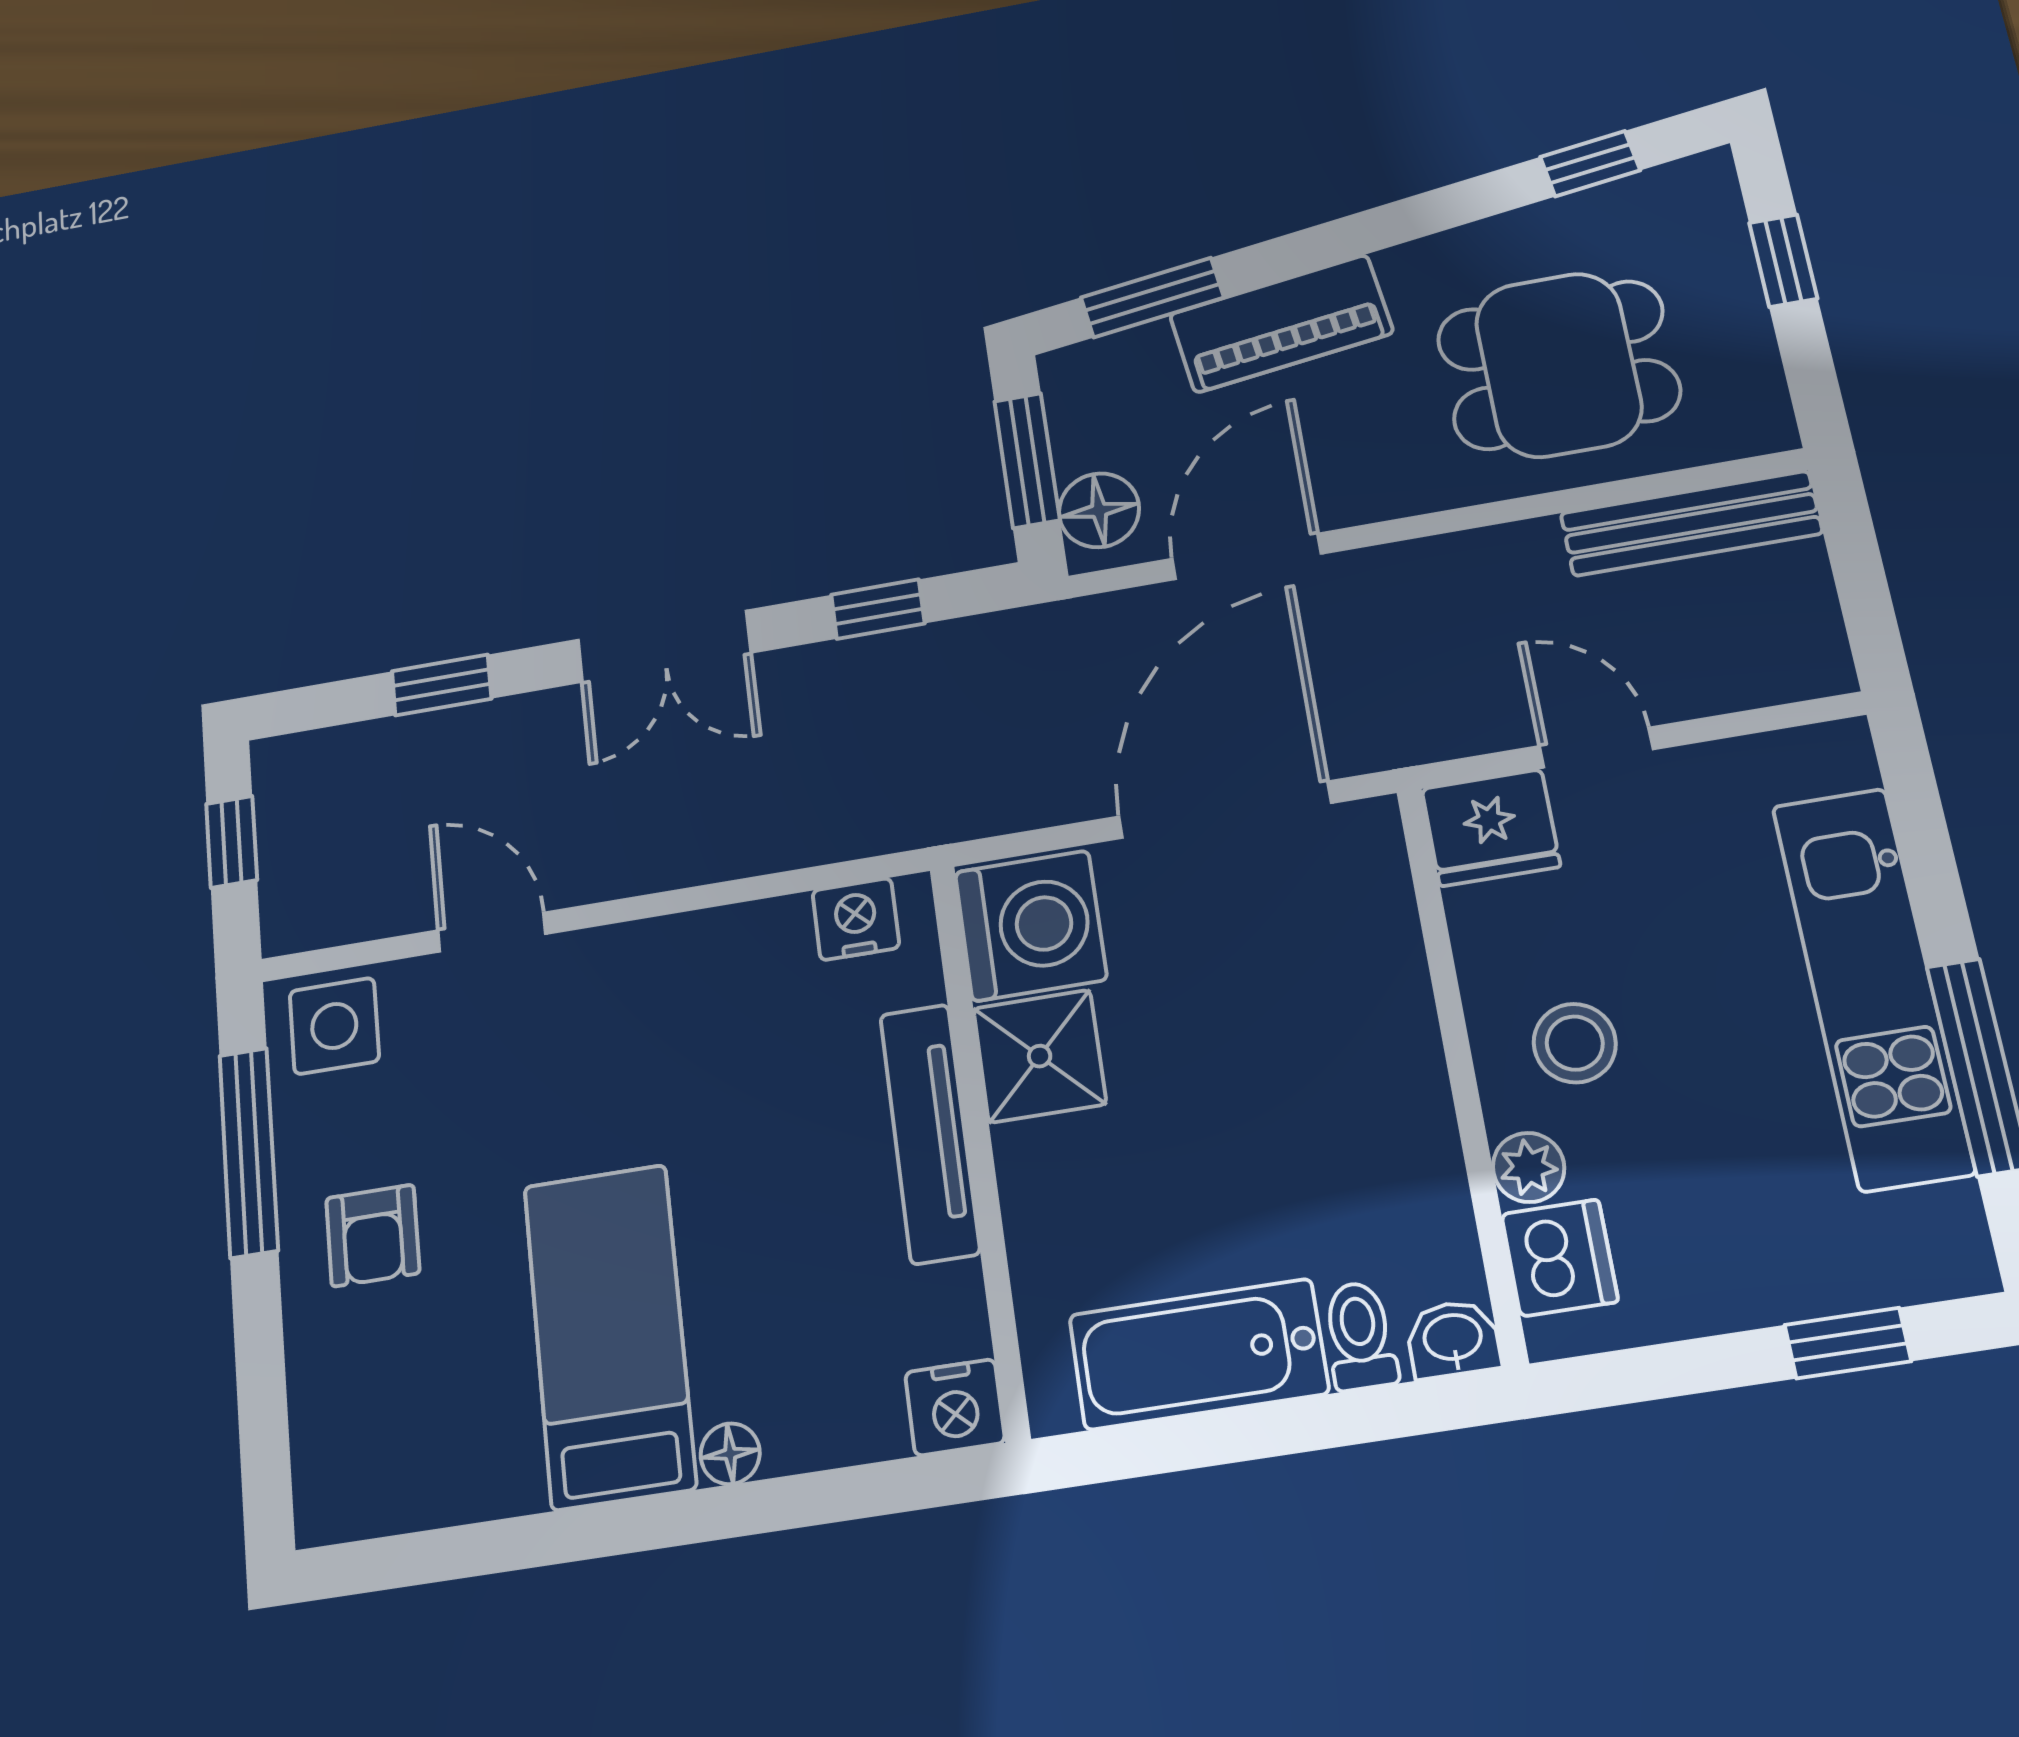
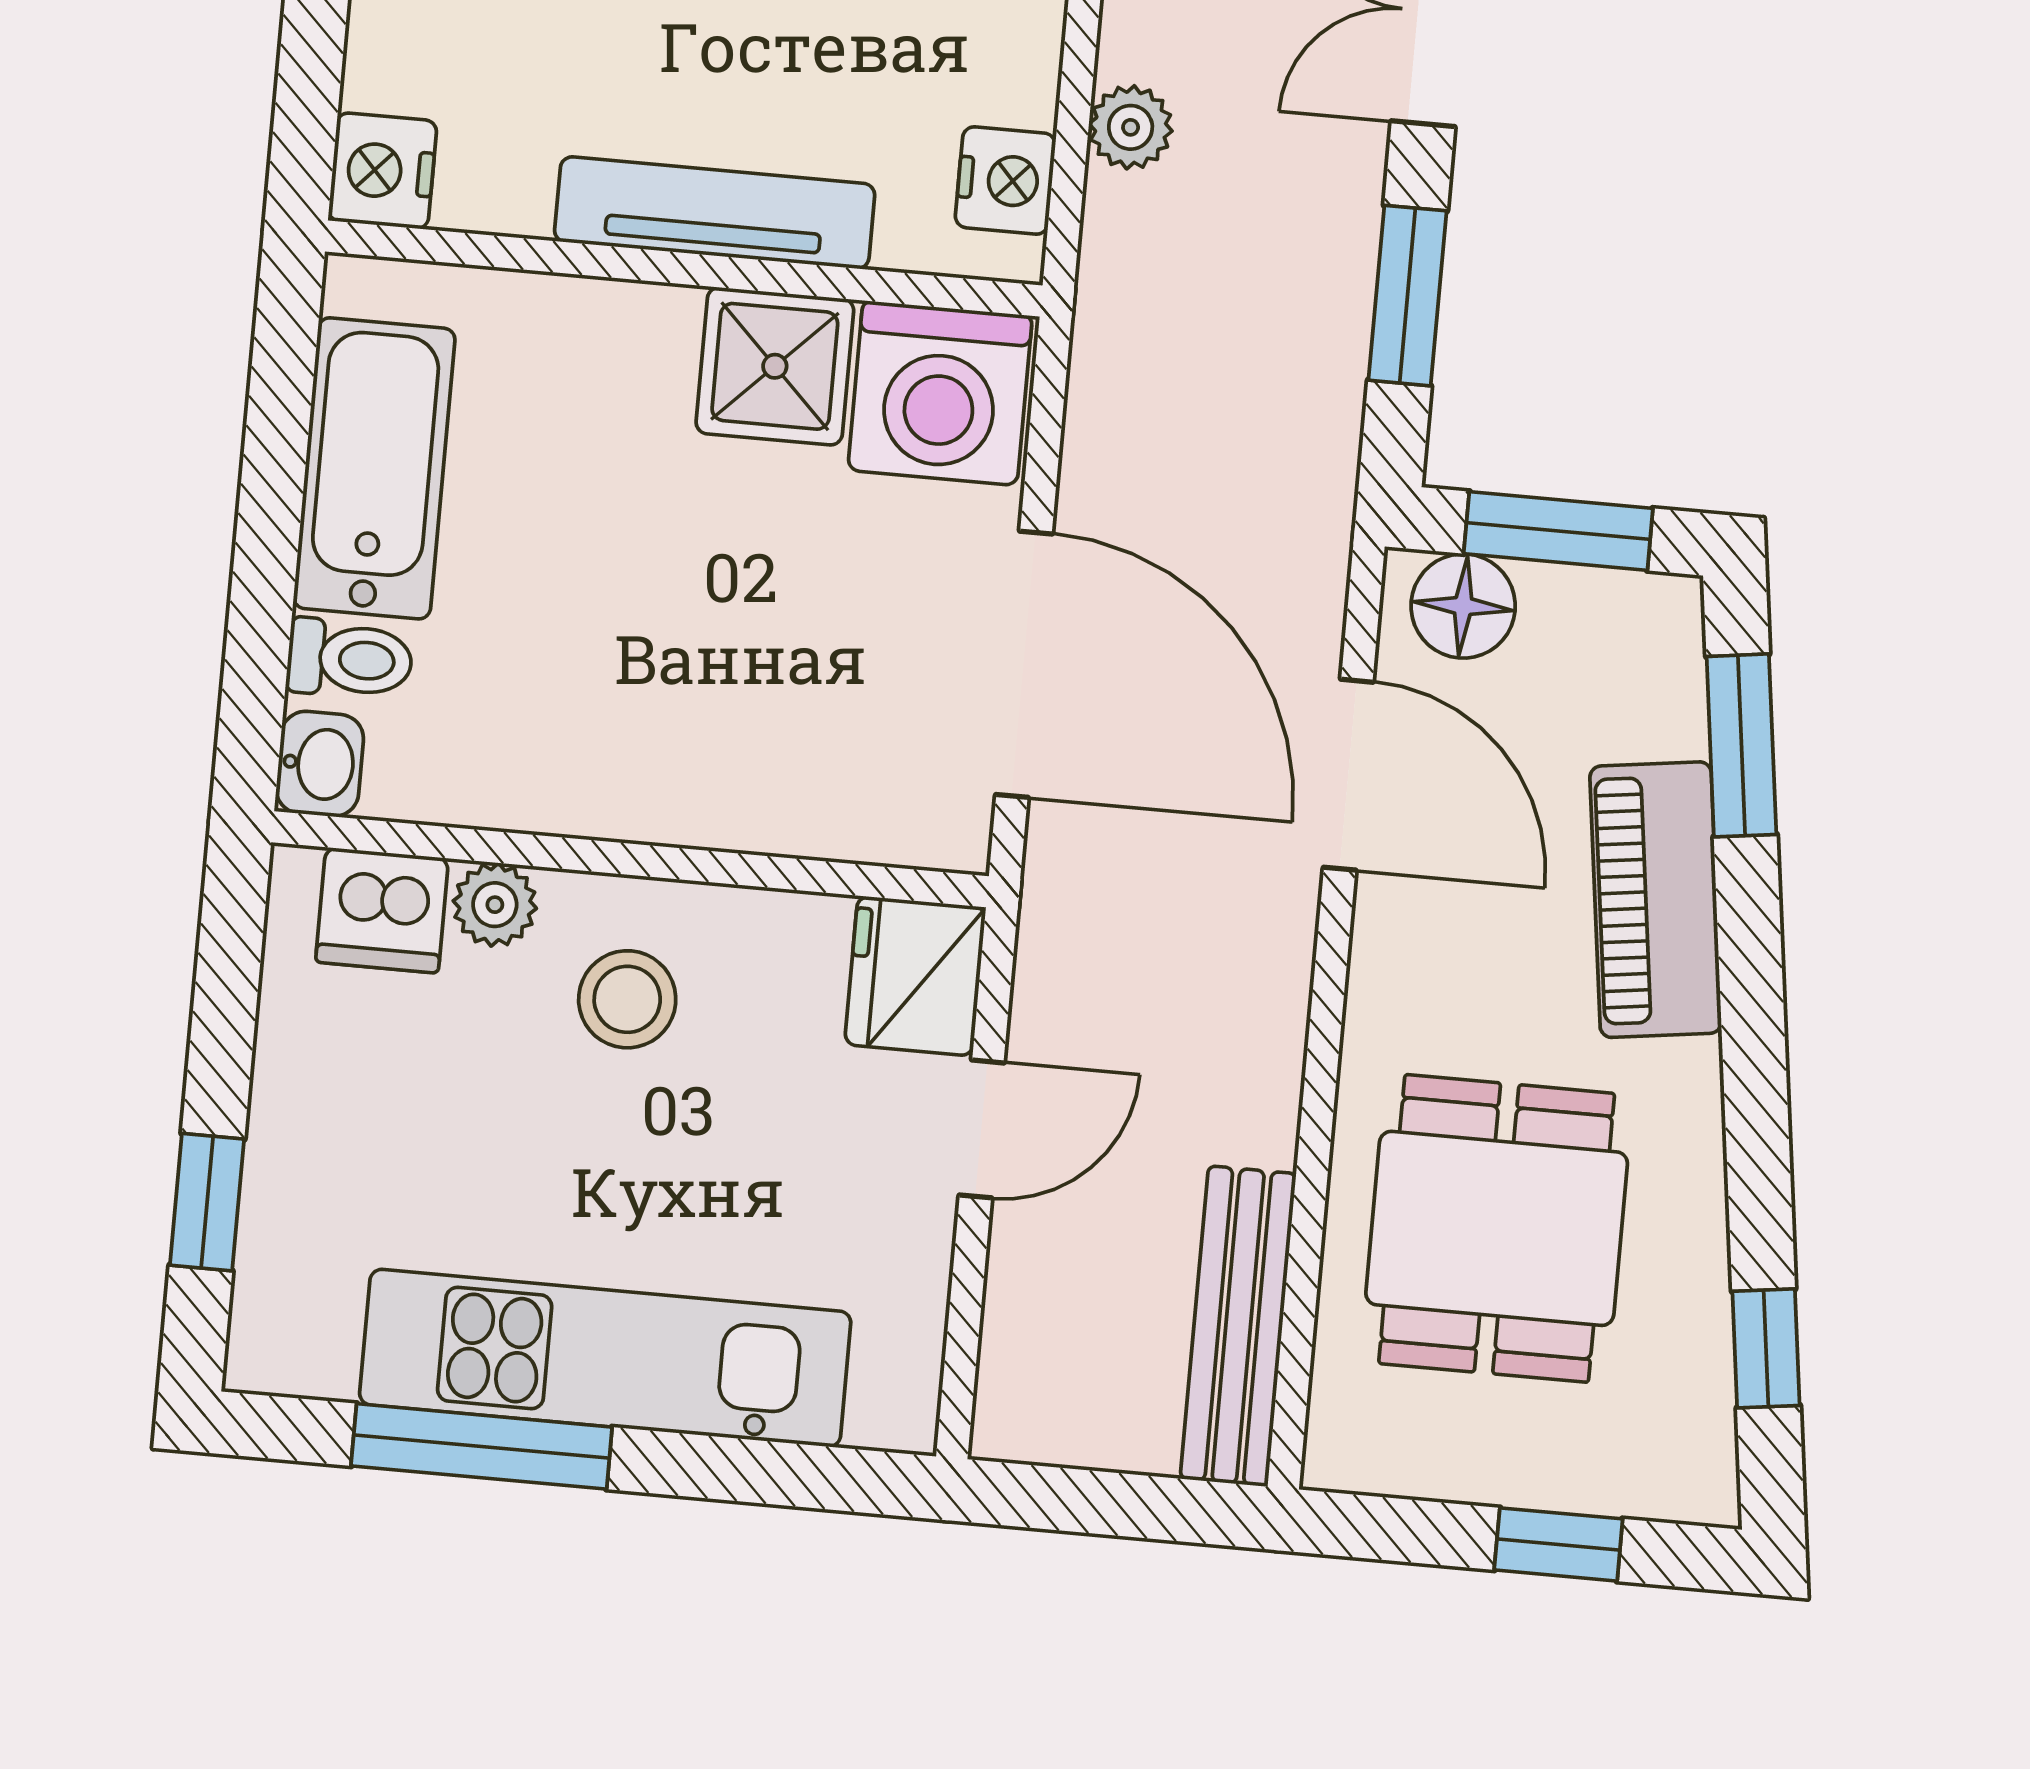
window: (878, 609) -> (1407, 296), width x1.50
plant: (795, 838) -> (1131, 127), added

